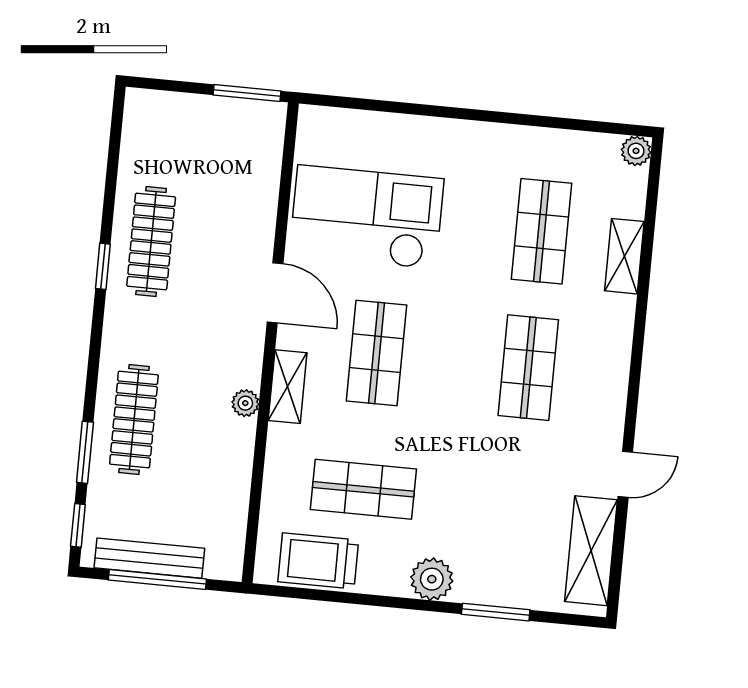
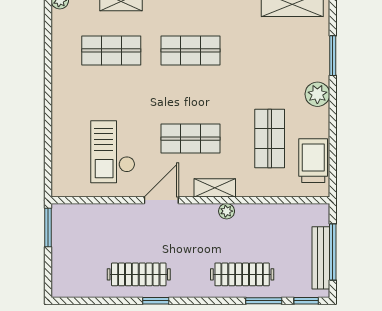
checkout: (367, 217) -> (113, 152), width x0.73, depth x0.83
trolley: (318, 561) -> (313, 161), turned 180

